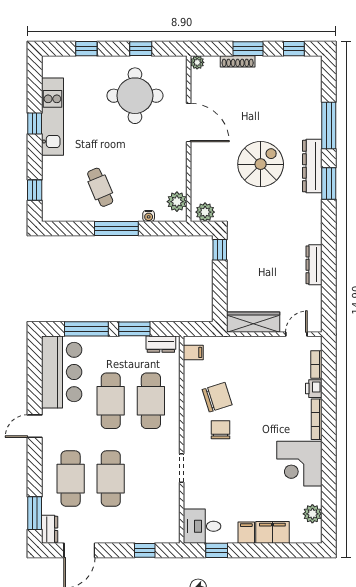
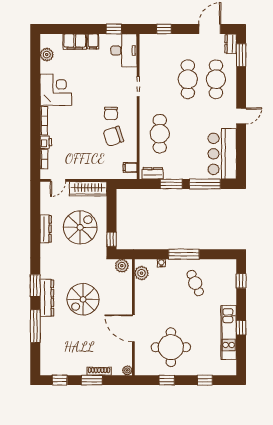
spiral stairs: (265, 267) -> (80, 227), added
cafe table: (111, 401) -> (188, 134), removed
desk: (202, 526) -> (124, 50), width x1.37

